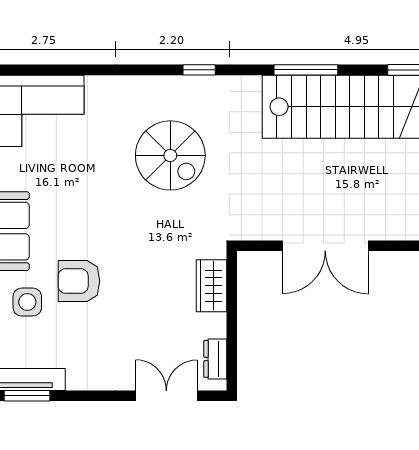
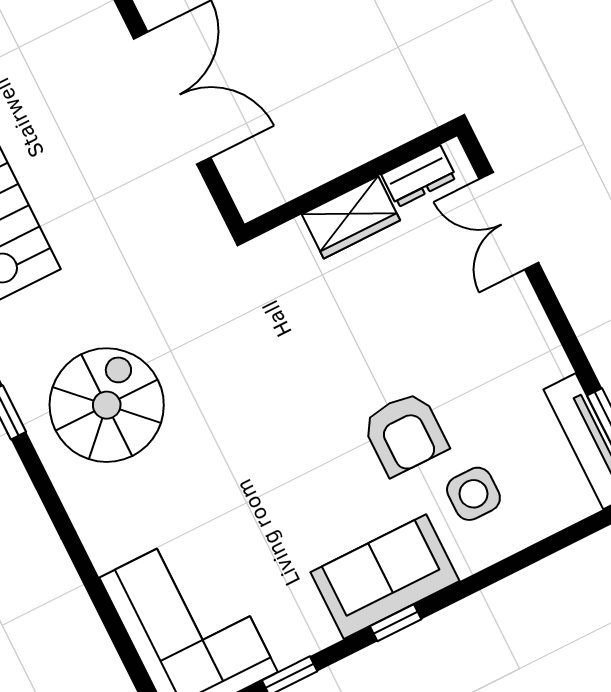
spiral stairs: (170, 155) -> (107, 405), moved
wardrobe: (212, 286) -> (351, 217), moved

